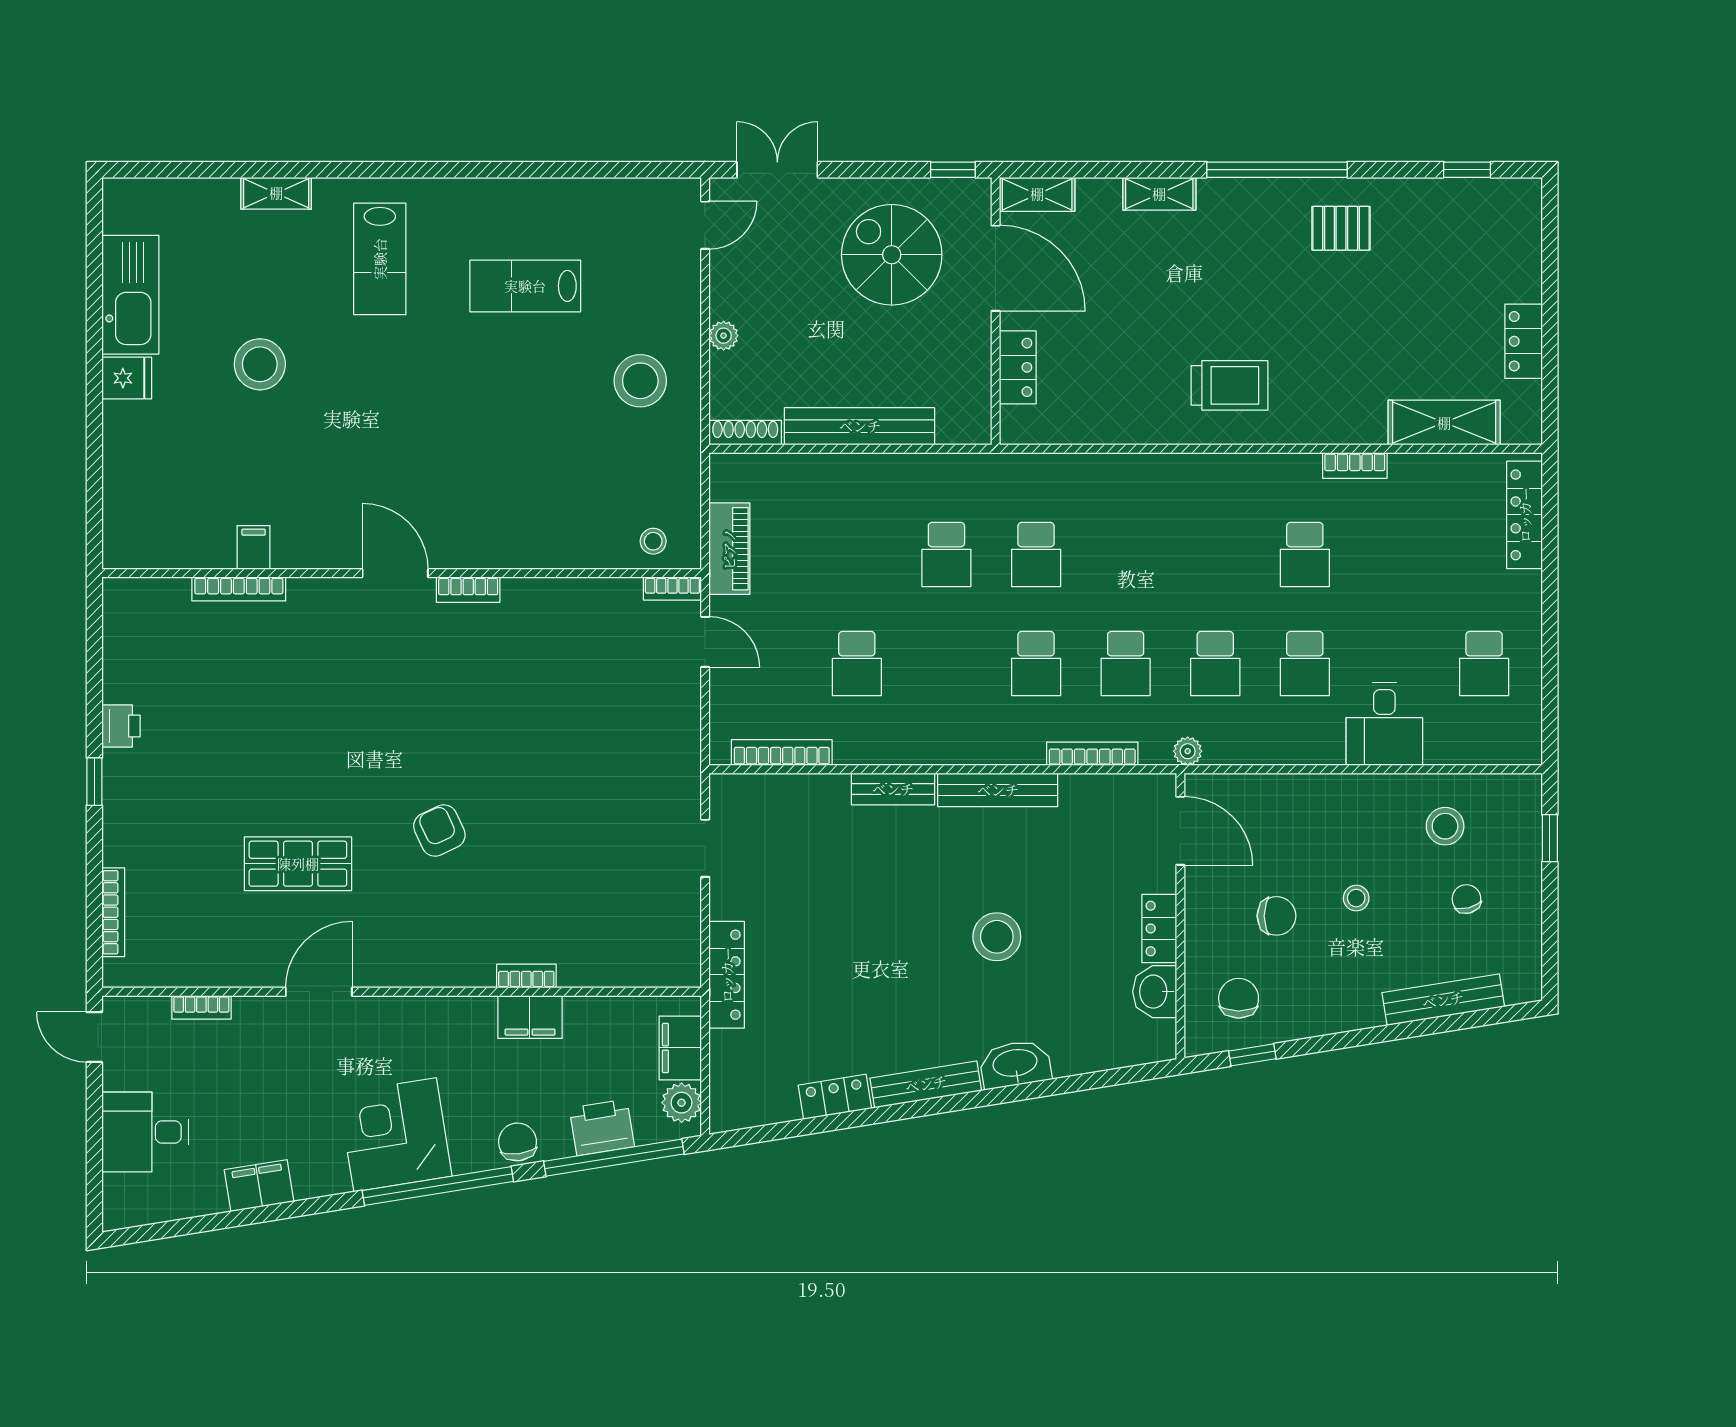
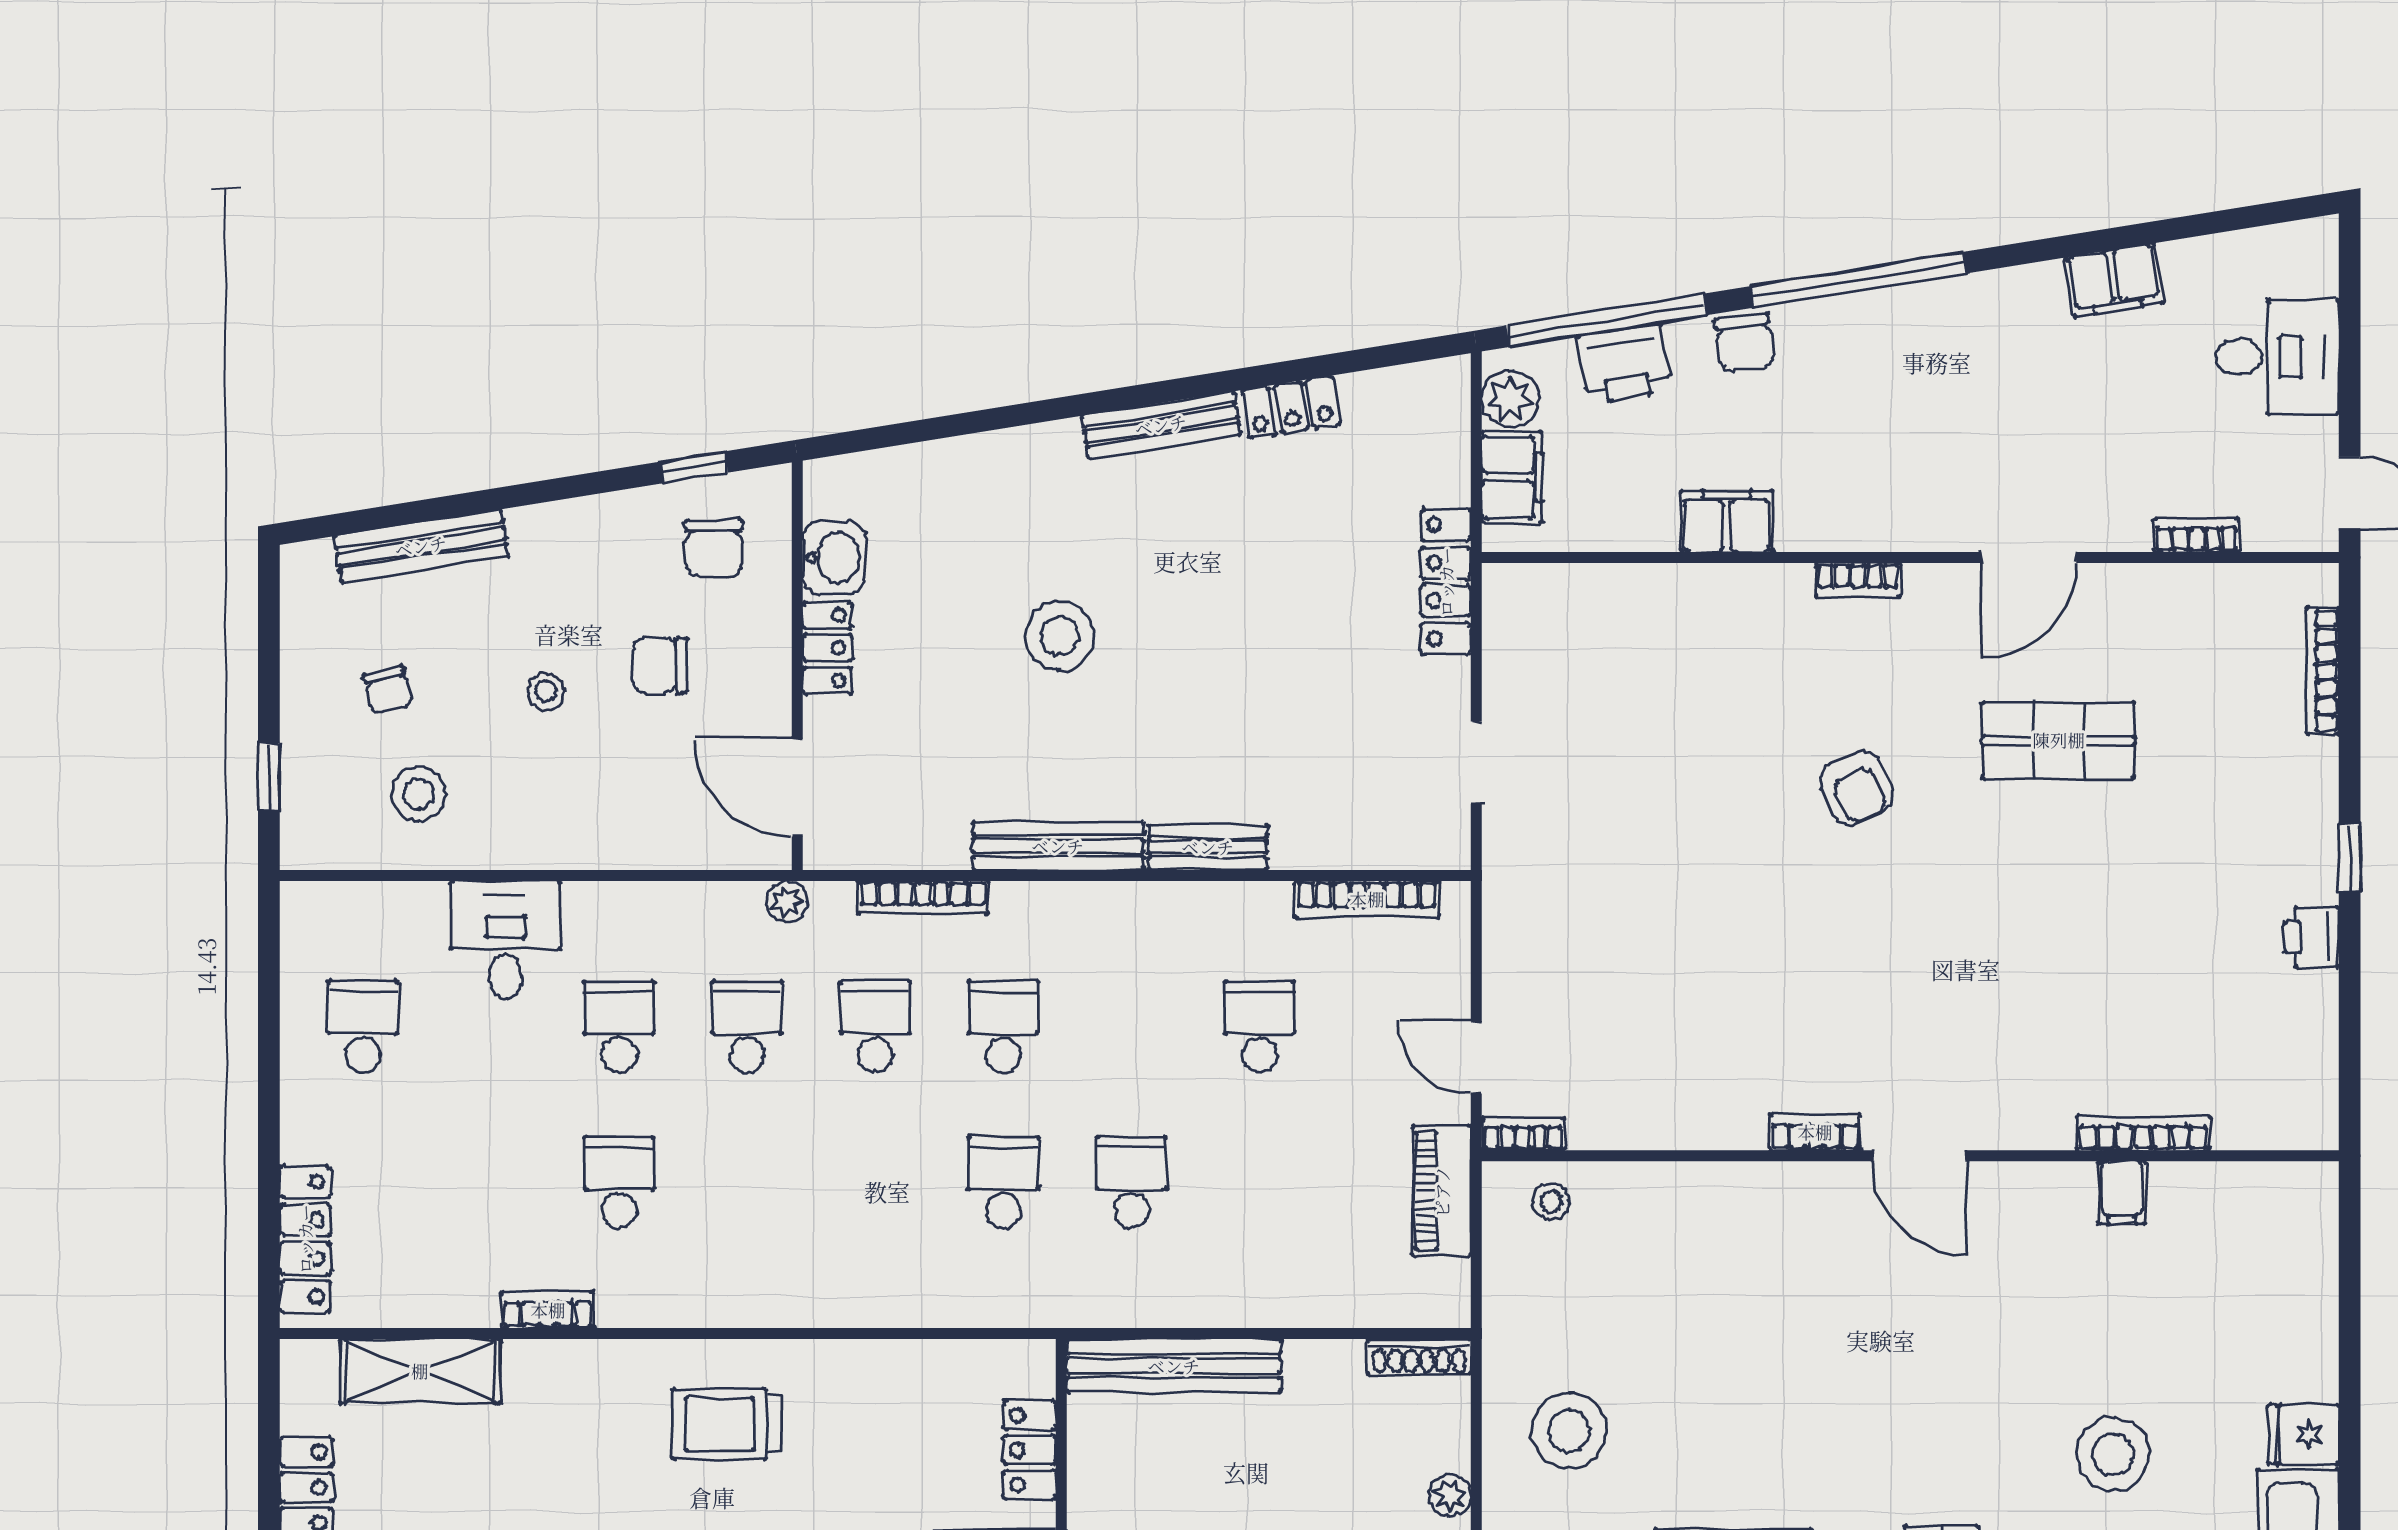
bench: (860, 426) -> (1174, 1366), moved
bookcase: (526, 976) -> (1858, 580), moved
washbasin: (1015, 1064) -> (1033, 454), removed
corner desk: (395, 1135) -> (1920, 353), removed

